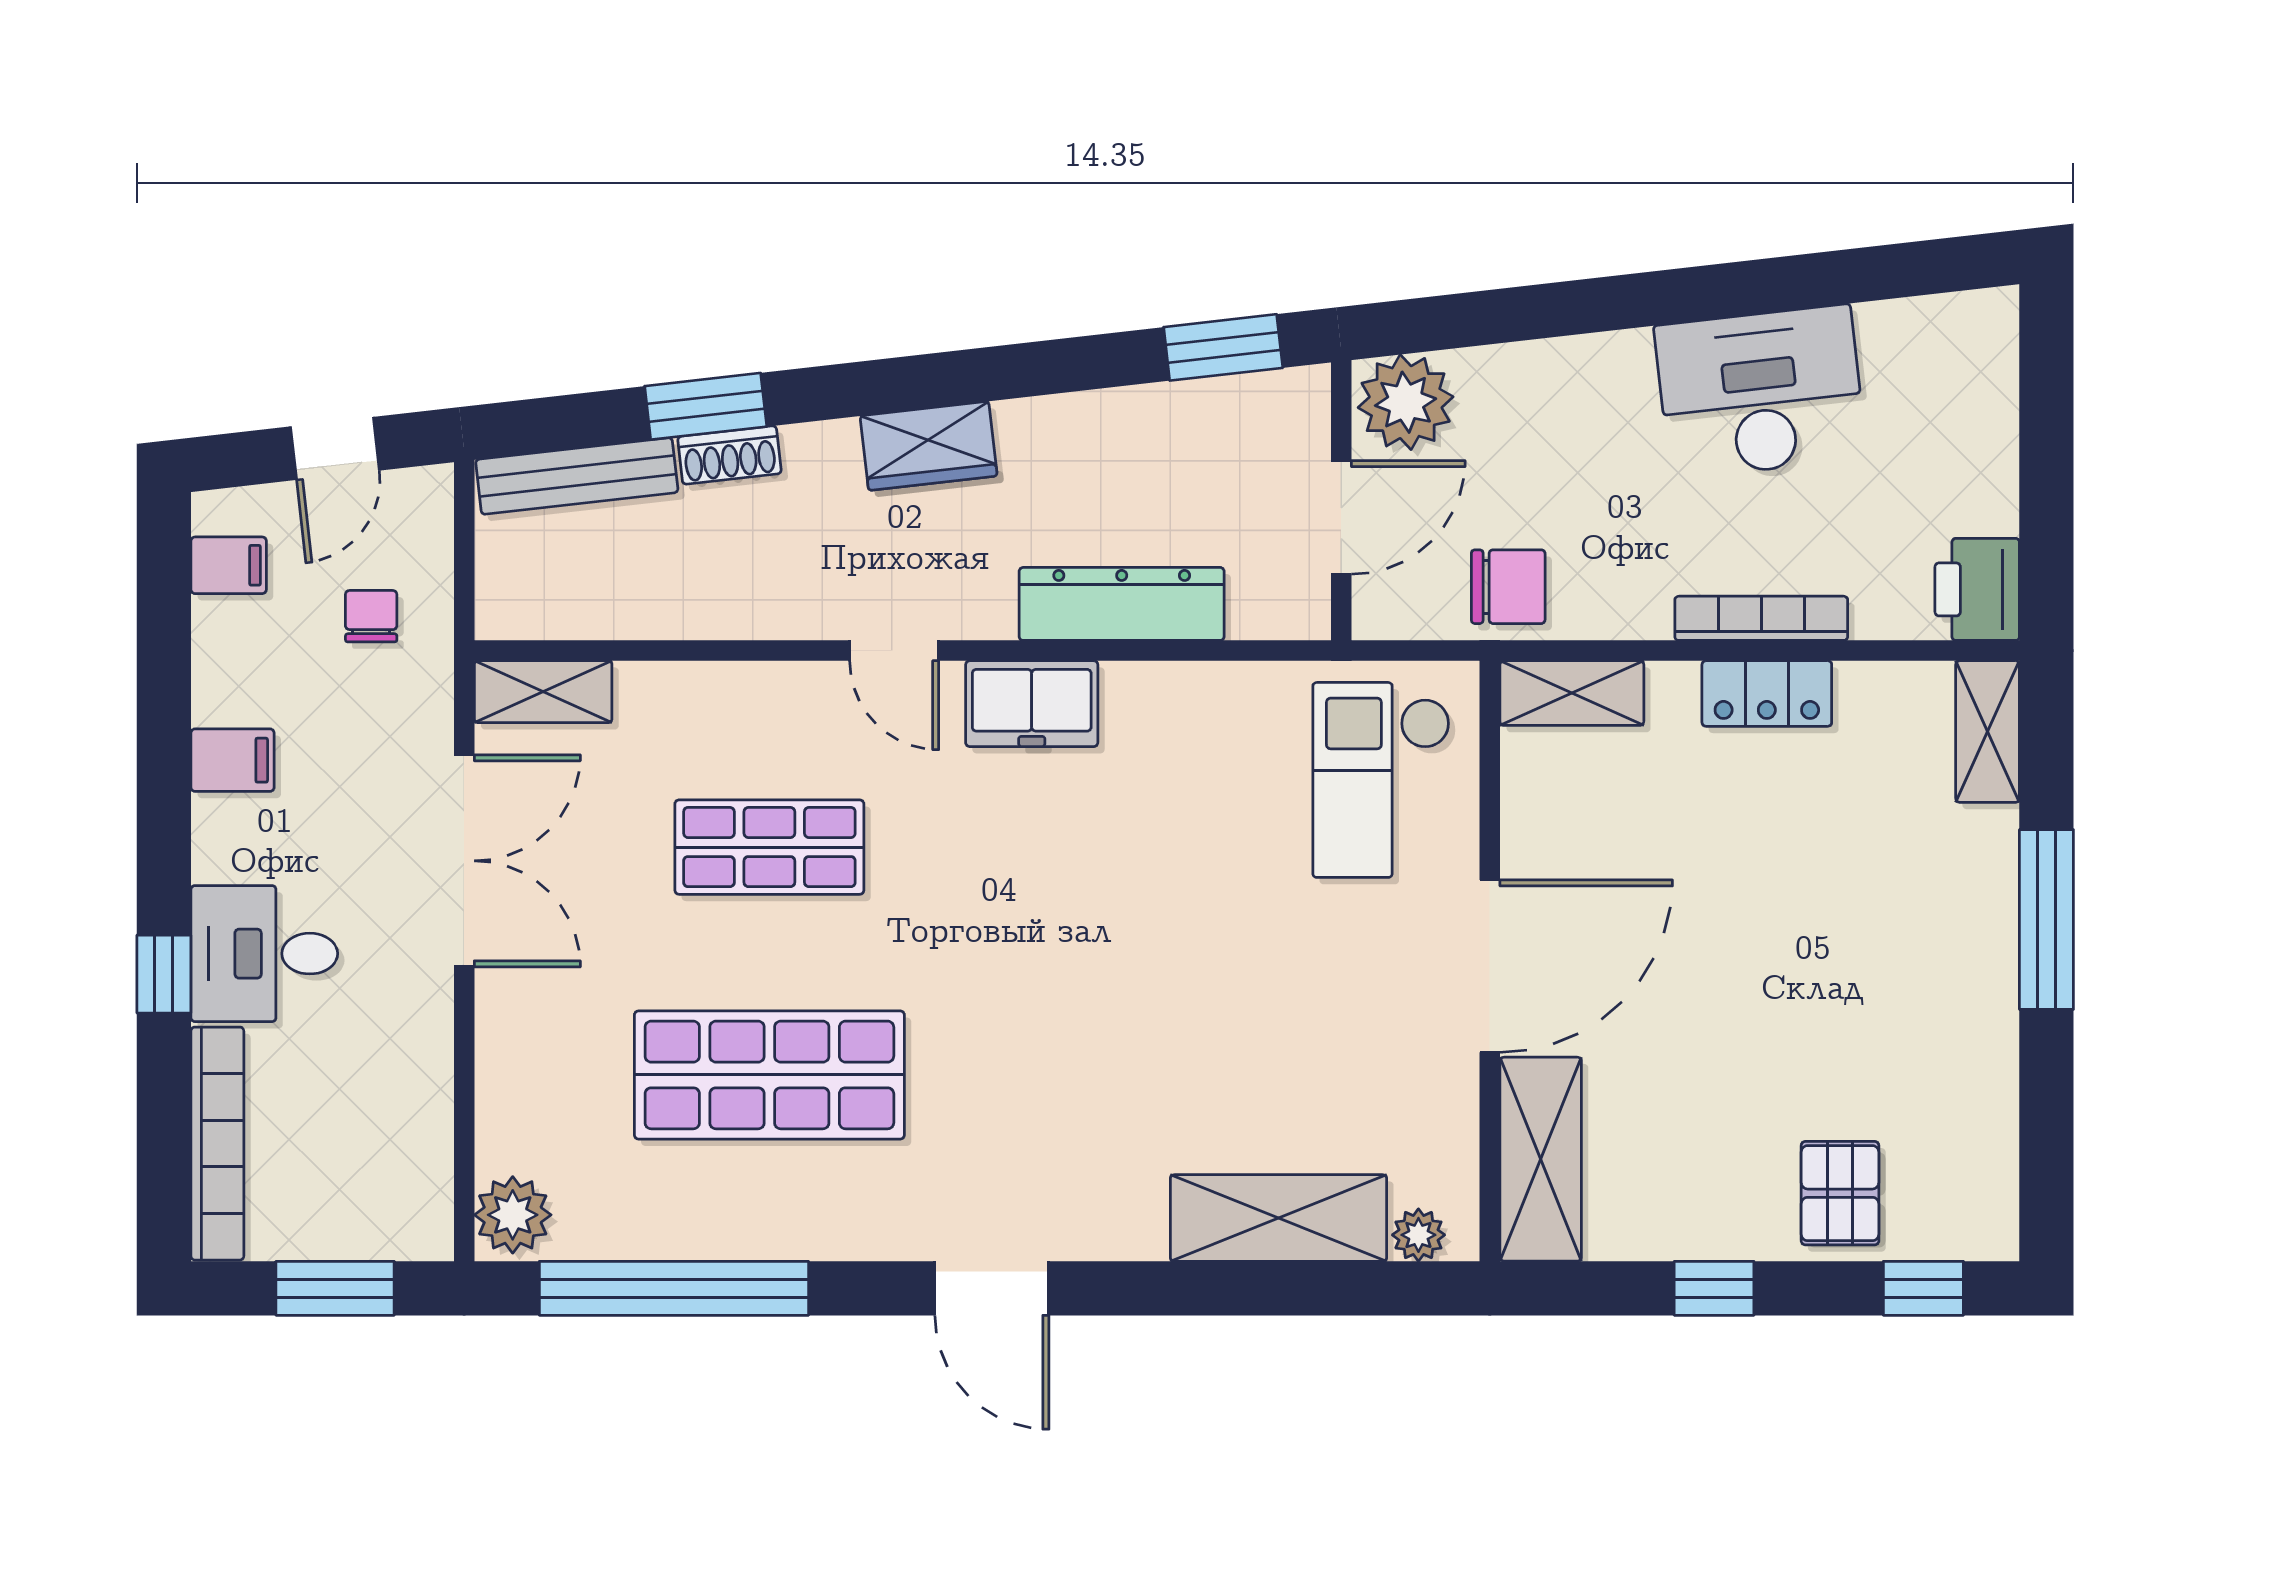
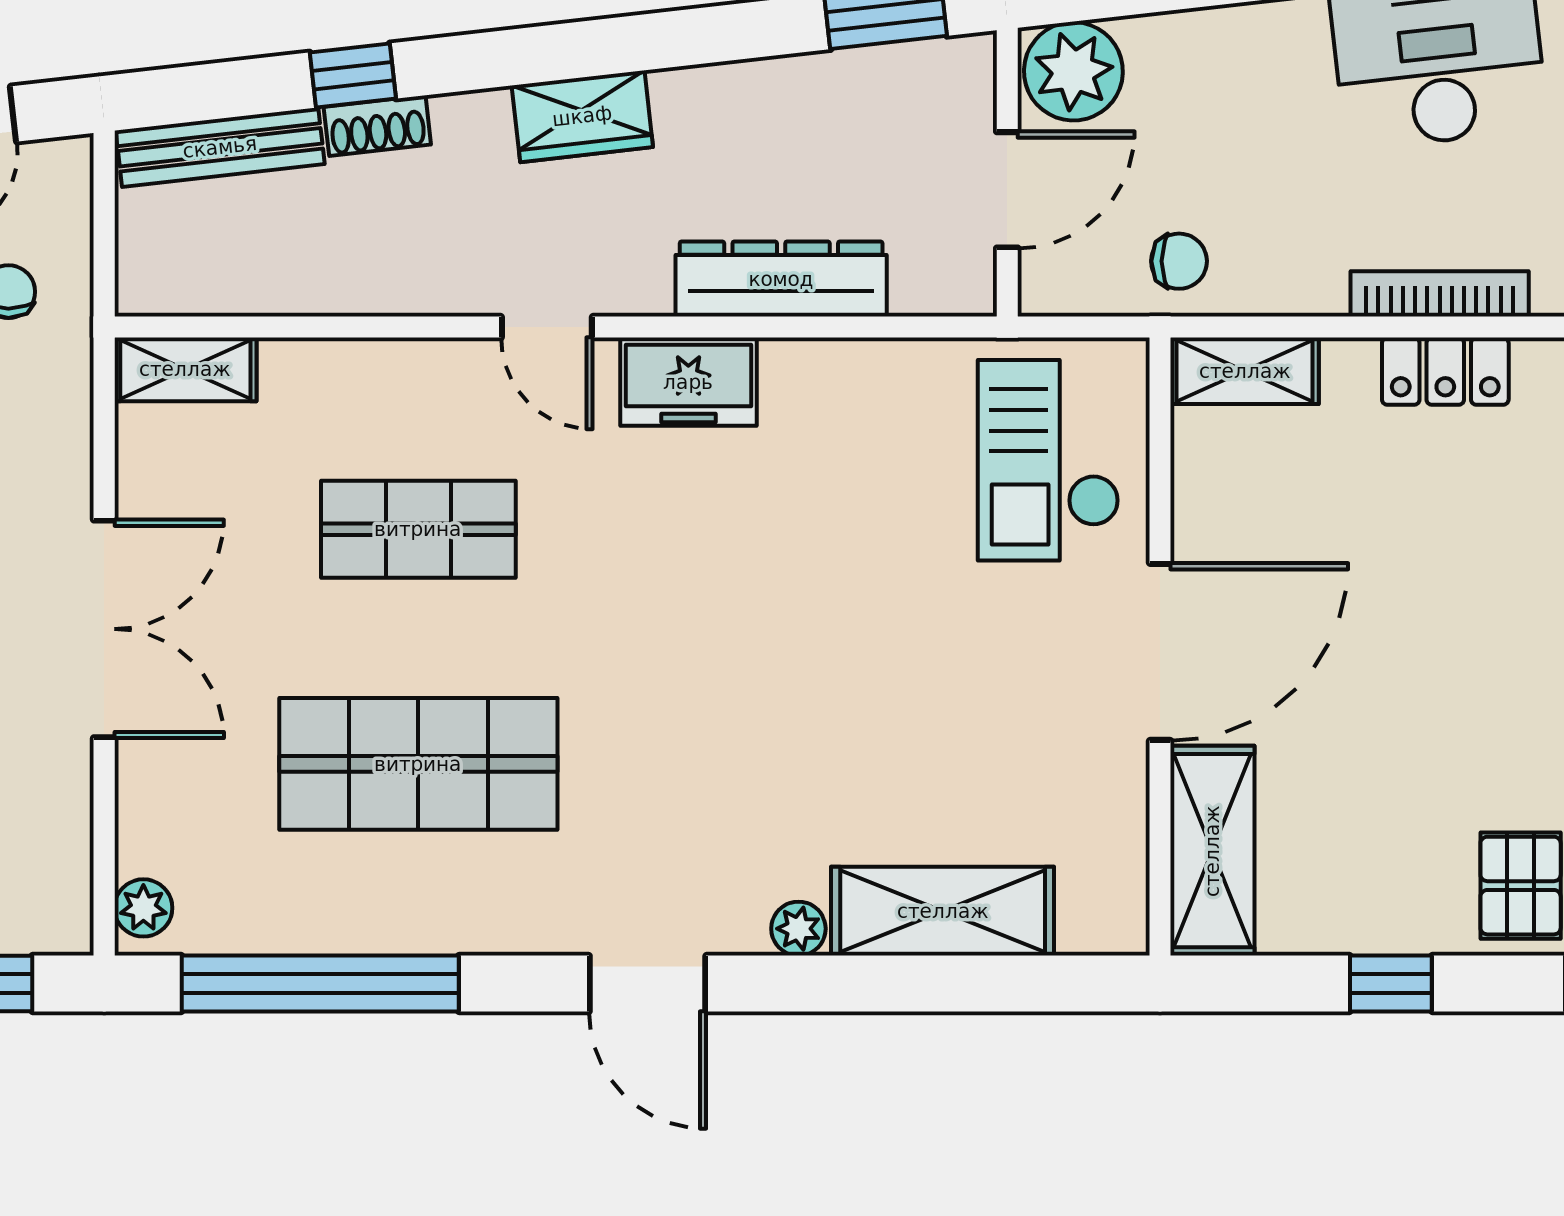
window: (706, 406) -> (353, 76), width x0.67
chair: (1508, 587) -> (1179, 261), width x0.73, depth x0.73
double door: (464, 861) -> (104, 629), moved
plant: (513, 1215) -> (143, 908), width x0.73, depth x0.73
plant: (1418, 1235) -> (798, 929), moved

